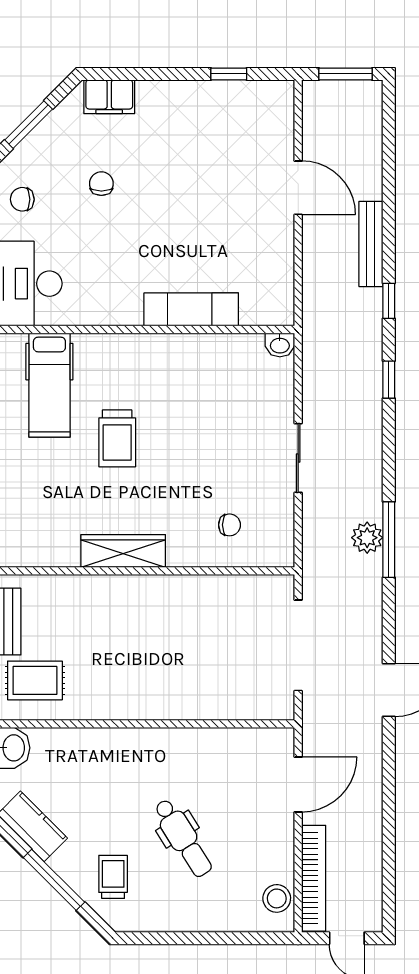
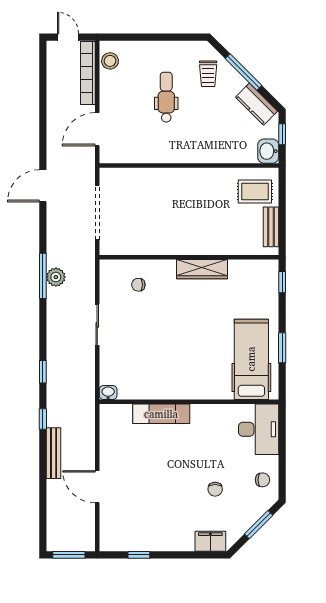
hospital bed: (49, 385) -> (251, 359), width x1.37, depth x1.29
trolley: (117, 438) -> (206, 337), removed
dental chair: (183, 838) -> (166, 97), turned 32

